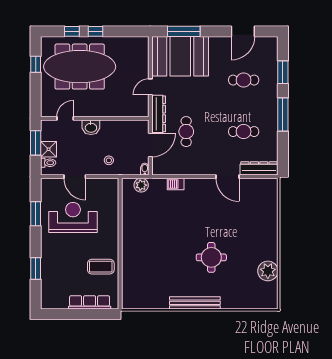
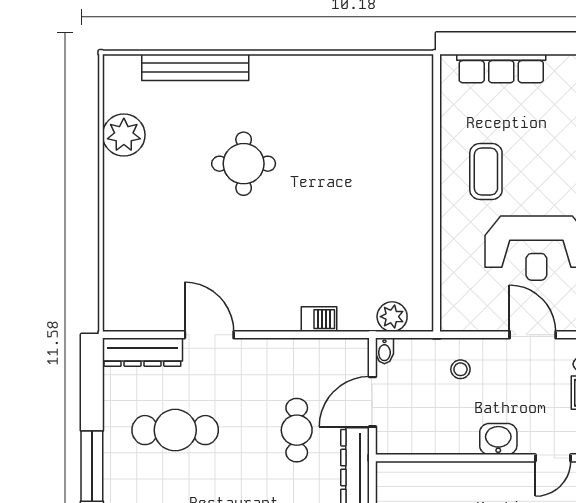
cafe table: (244, 132) -> (175, 430), width x1.37, depth x1.35
coffee table: (101, 267) -> (486, 172), moved, turned 90
bench: (195, 303) -> (195, 67), moved

